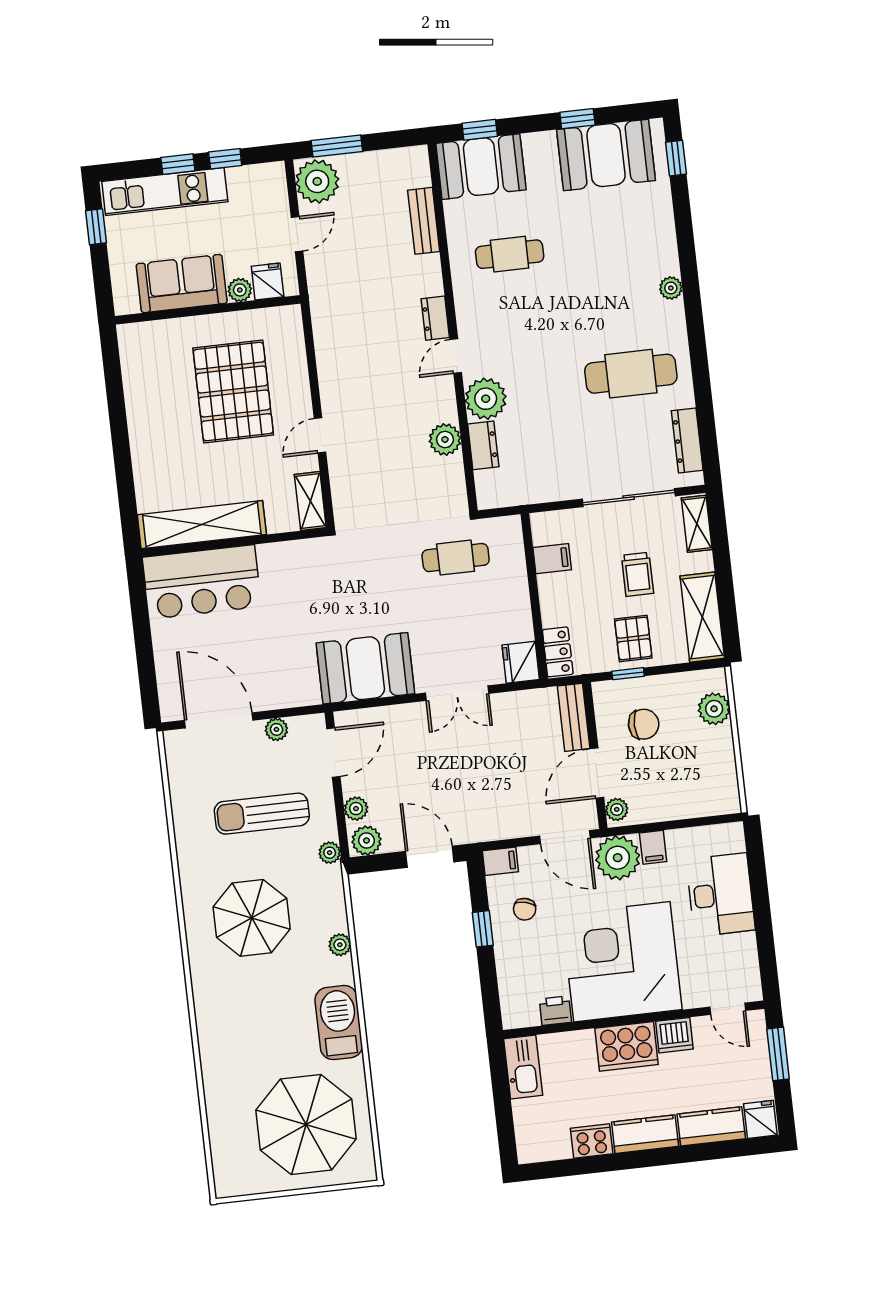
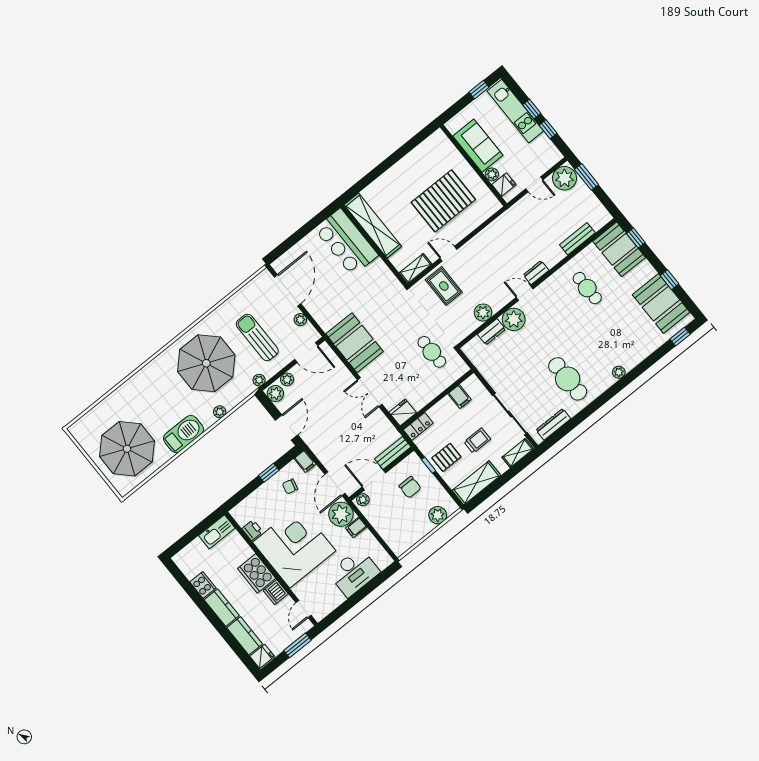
rug: (365, 474) -> (444, 286), added
trolley: (637, 574) -> (477, 441), turned 180
parasol: (252, 918) -> (206, 363), width x1.36, depth x1.36

